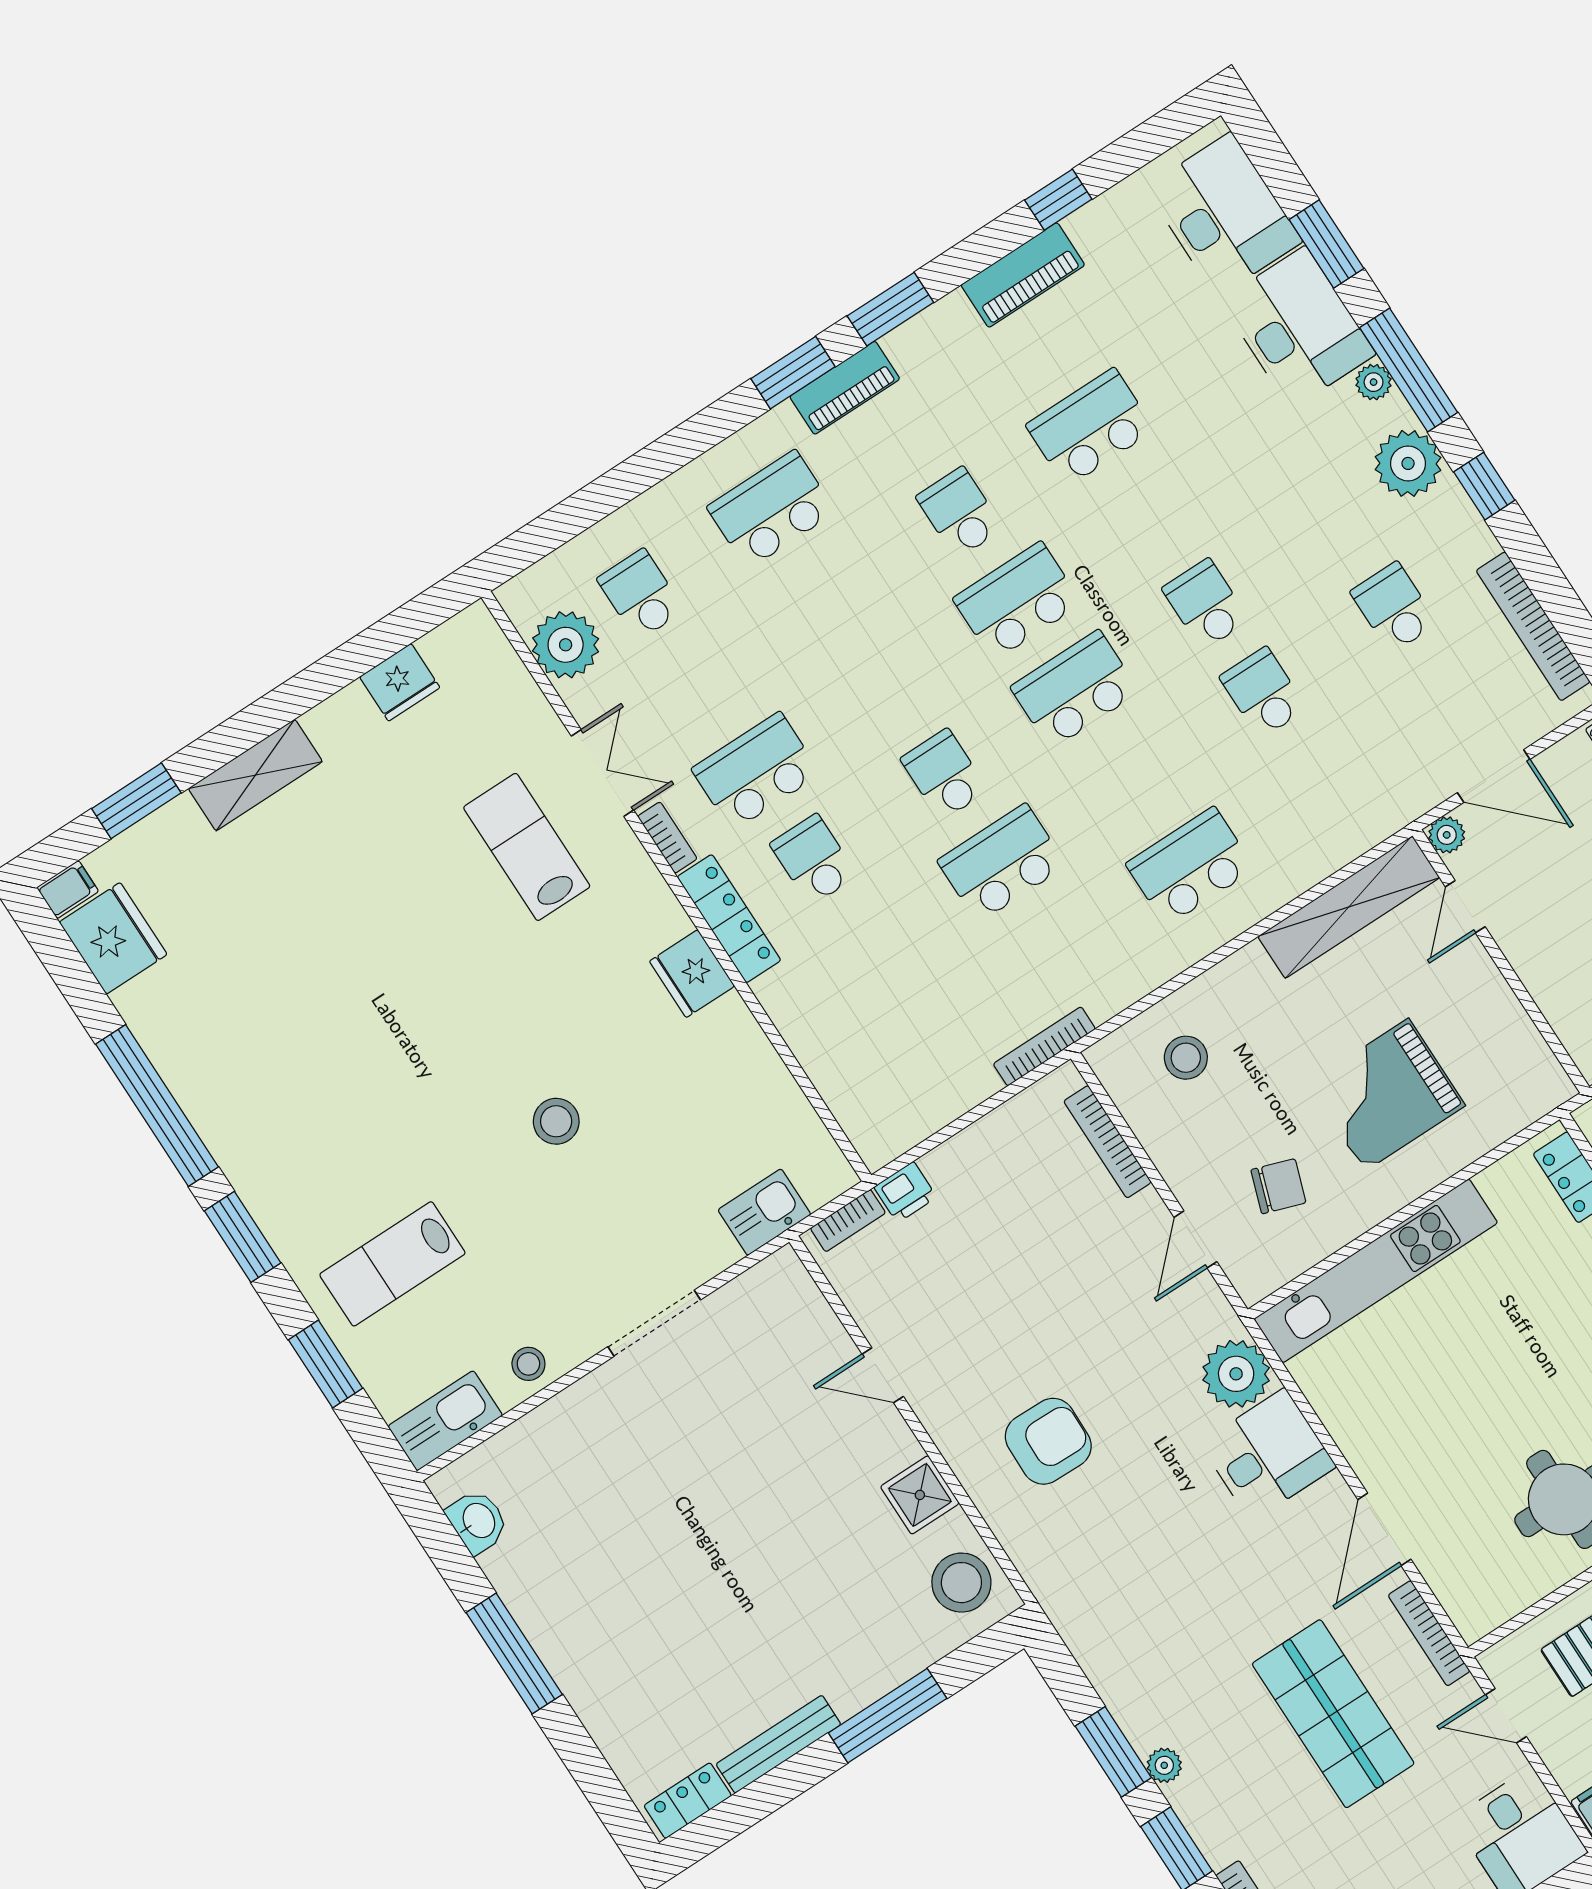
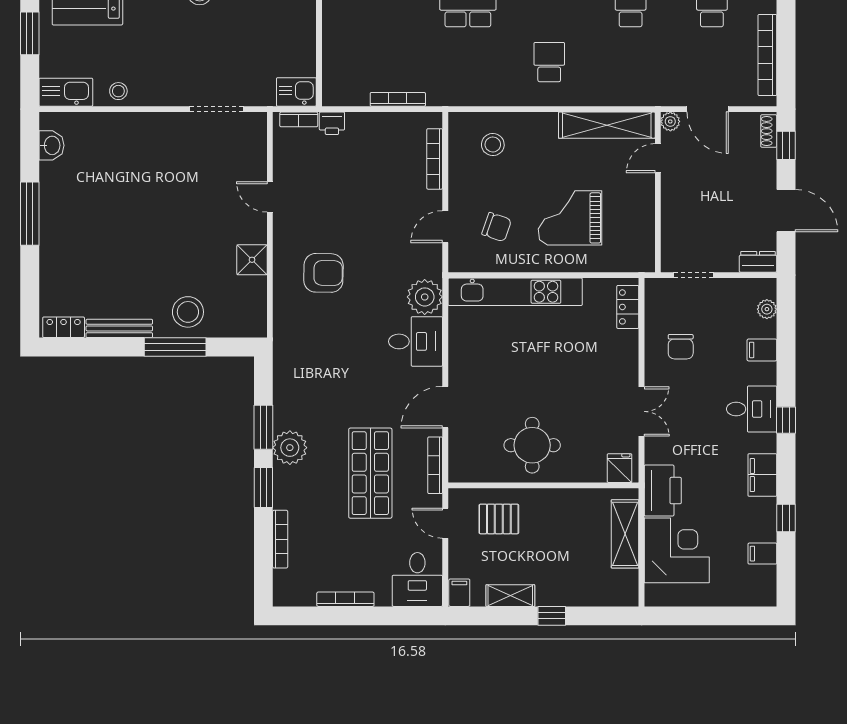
school desk: (1190, 866) -> (549, 62), width x0.54
bookcase: (1044, 1046) -> (398, 99), moved
kitchen sink: (764, 1212) -> (296, 92), moved
doorway: (654, 1323) -> (217, 109), moved
stool: (961, 1583) -> (188, 312), moved
plant: (1164, 1765) -> (290, 448), width x1.87, depth x1.87

